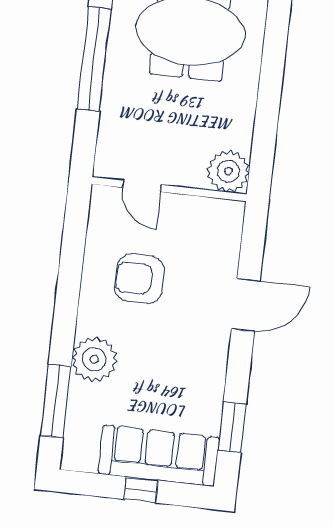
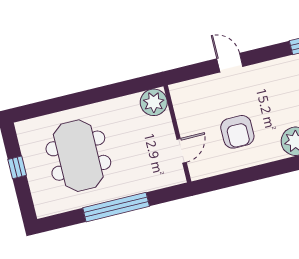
door: (246, 305) -> (230, 63), width x0.73

